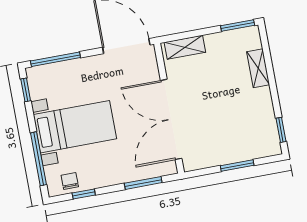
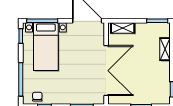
double door: (171, 119) -> (106, 71), swing flipped
bed with nightstands: (75, 127) -> (46, 47), moved, turned 90

